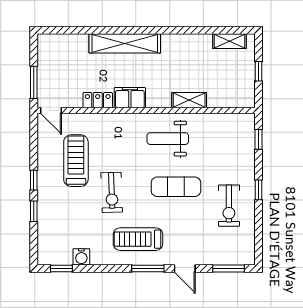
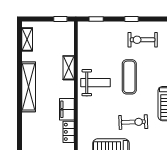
shelving: (125, 43) -> (29, 87), moved
window: (258, 71) -> (60, 19), moved
weight bench: (168, 139) -> (96, 83), turned -90
exercise bike: (229, 206) -> (143, 40), turned 180

